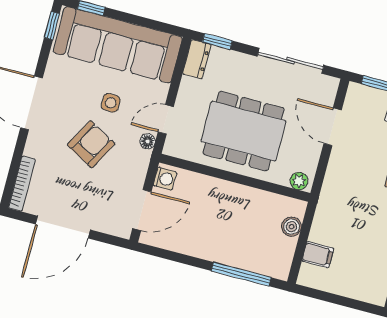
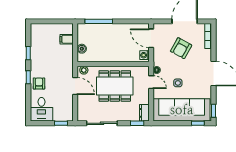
door: (166, 119) -> (151, 82), hinge flipped
door: (333, 127) -> (75, 86), moved
armchair: (91, 144) -> (181, 48), moved
door: (142, 210) -> (151, 38), hinge flipped

